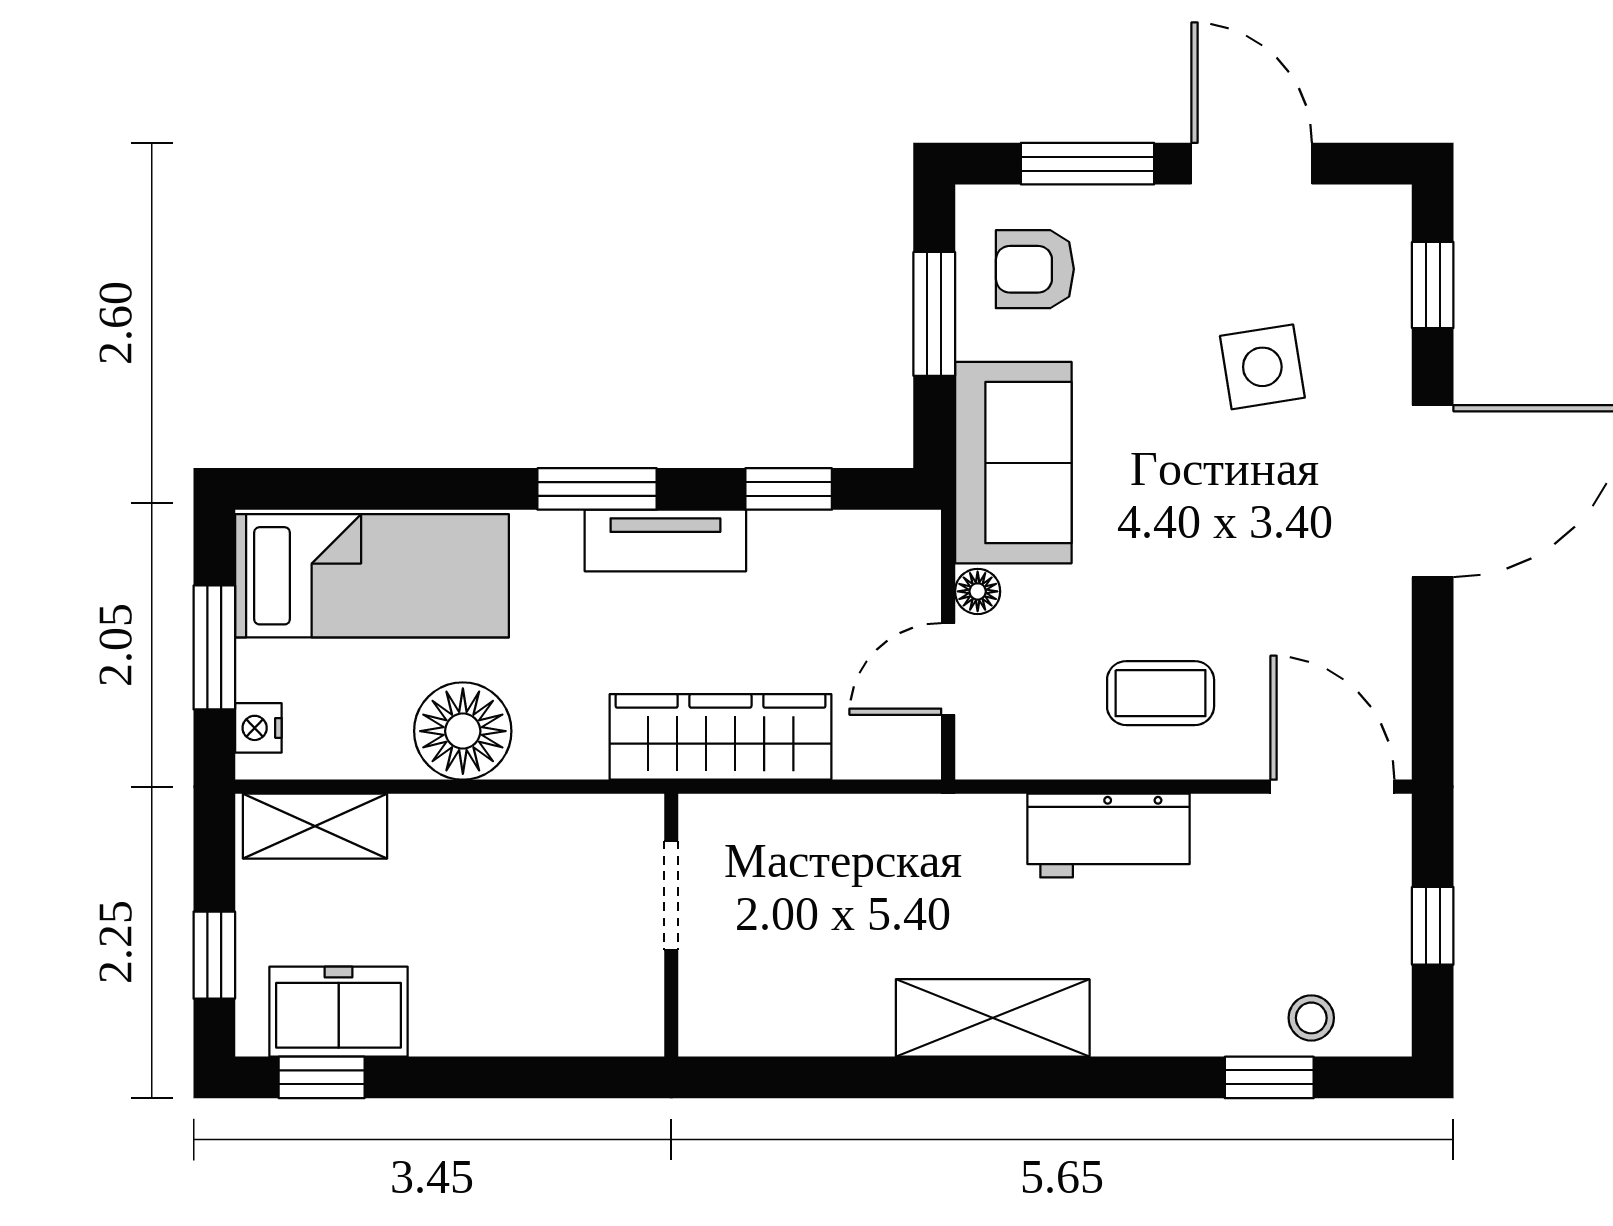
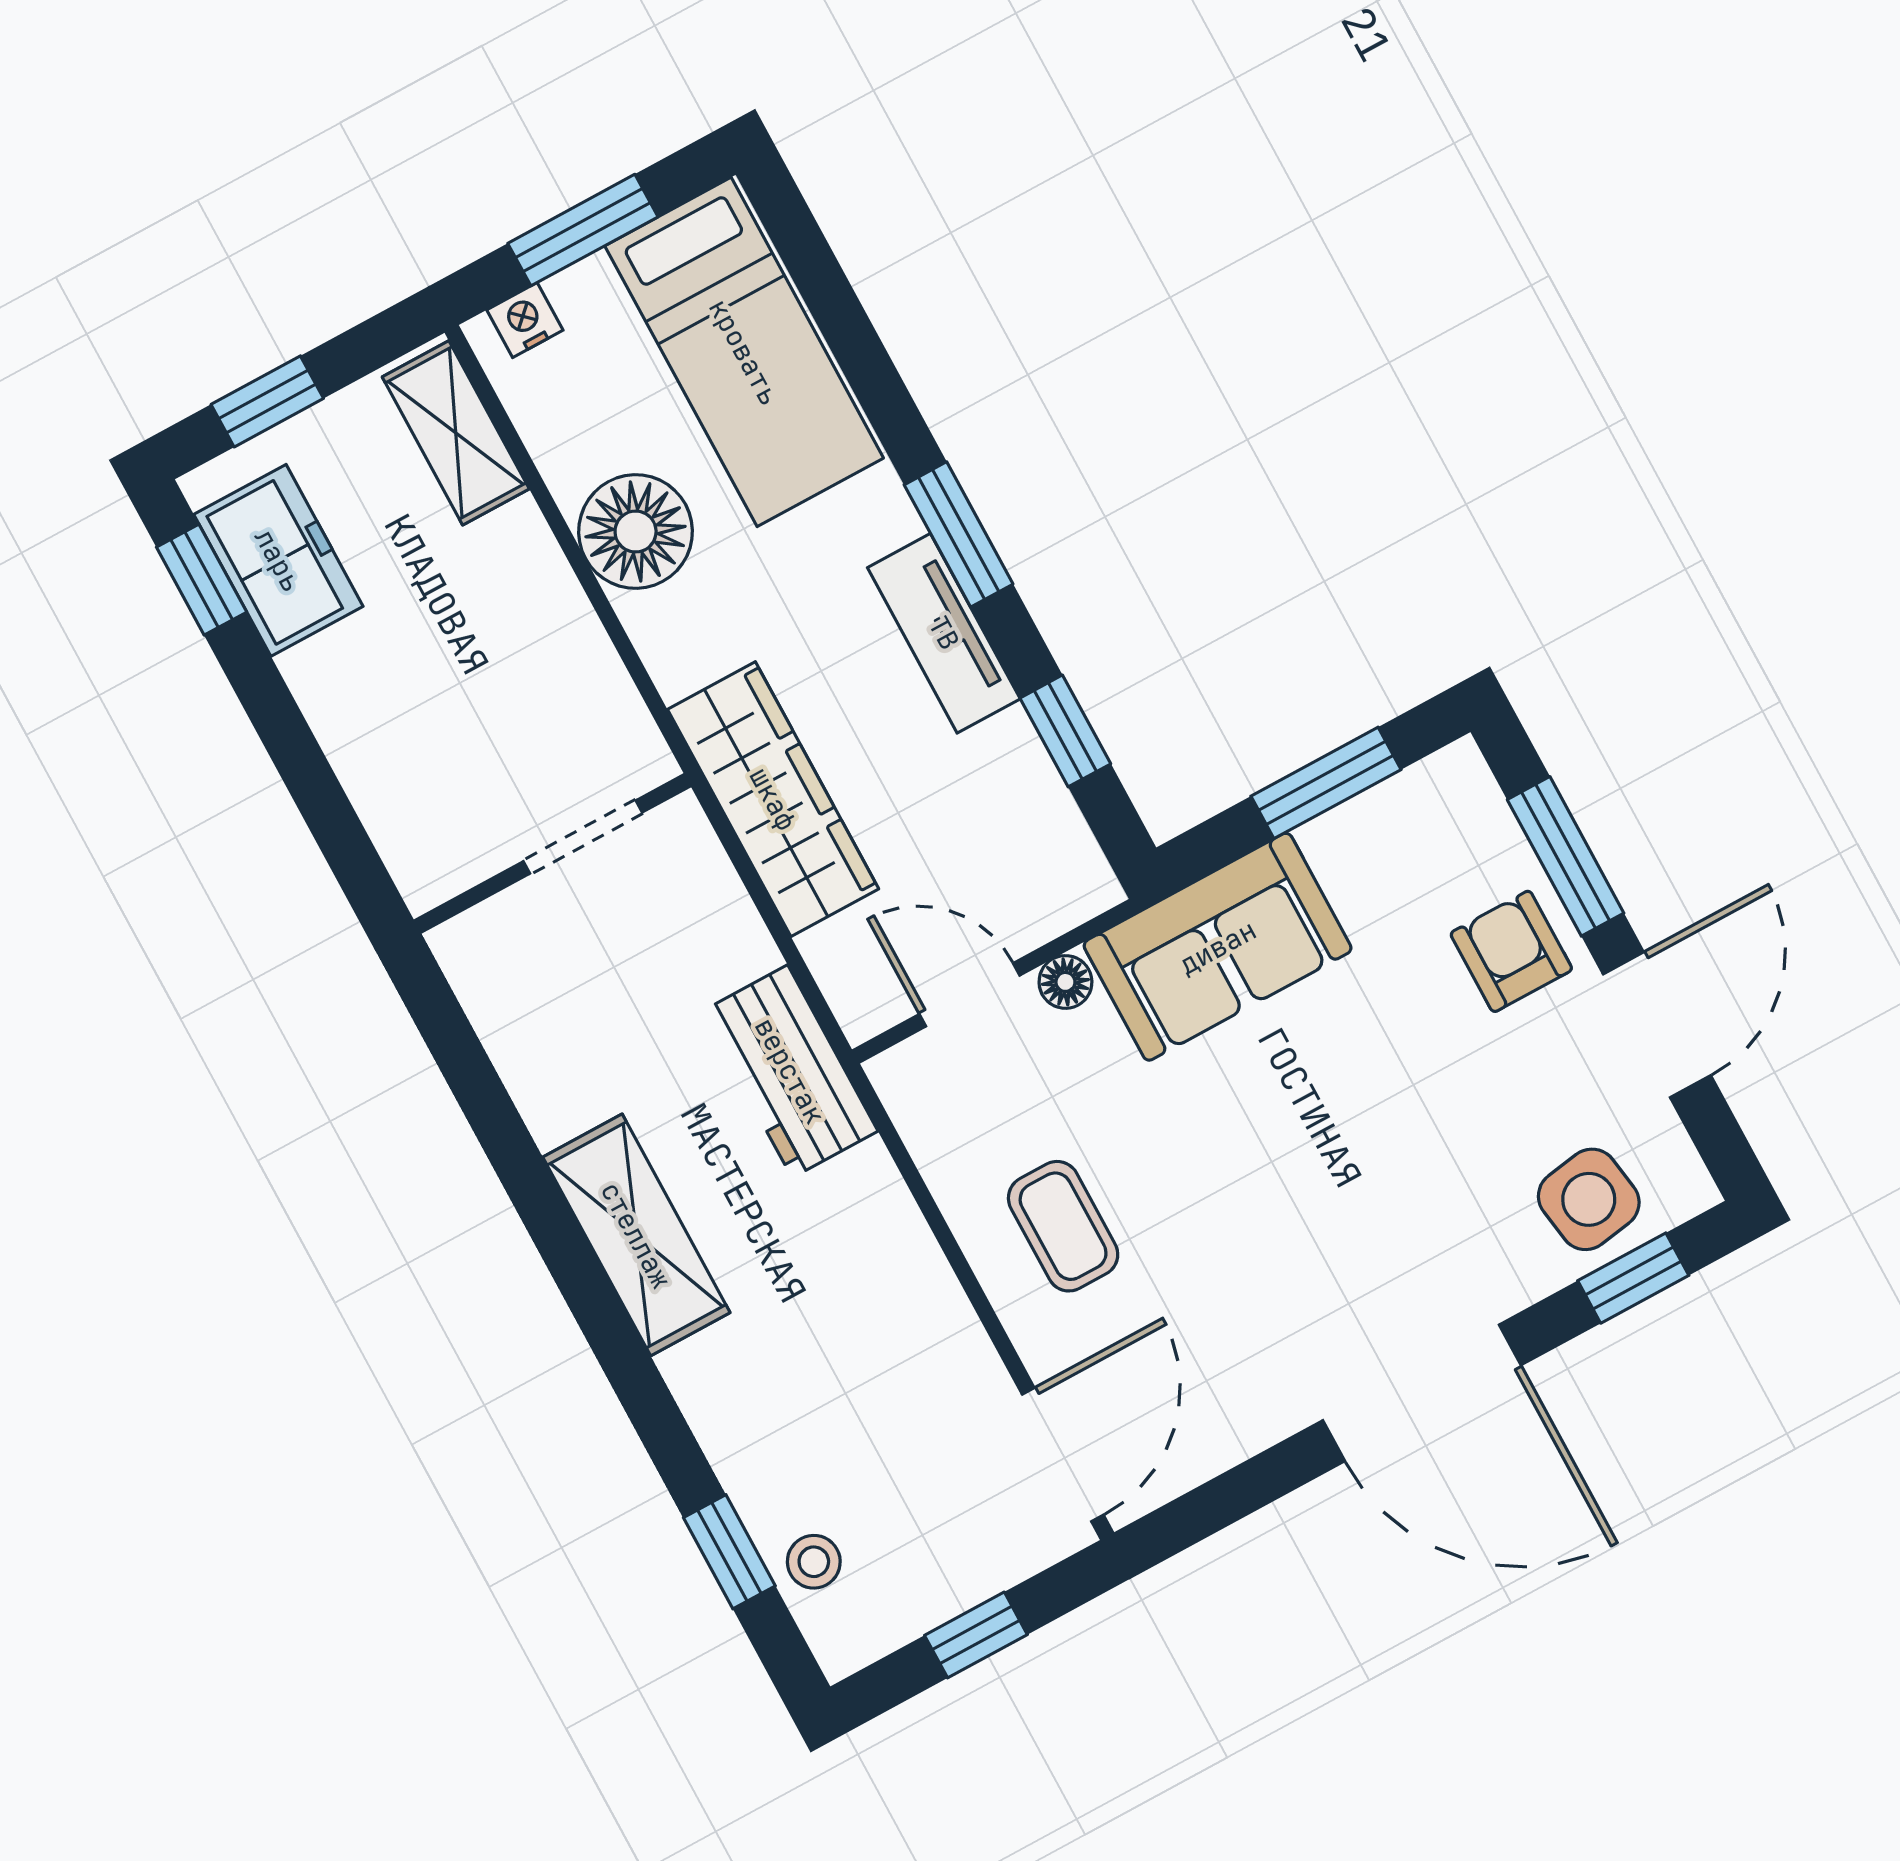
armchair: (1035, 269) -> (1511, 951), moved
side table: (1262, 367) -> (1589, 1199), moved
workbench: (1108, 836) -> (790, 1071), moved

